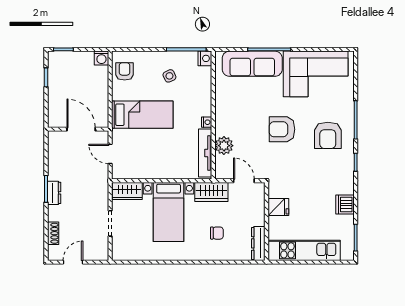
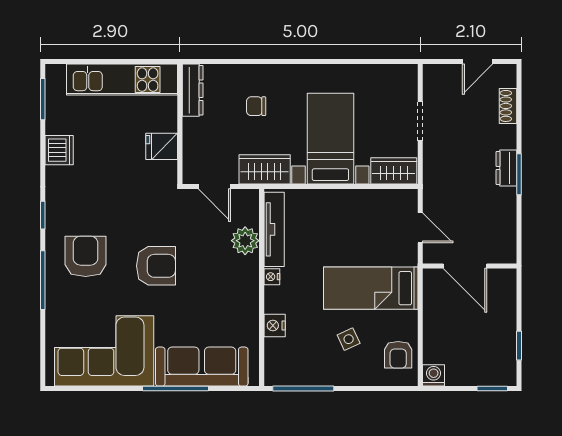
nightstand: (205, 58) -> (275, 325), moved
side table: (169, 76) -> (349, 339), moved

